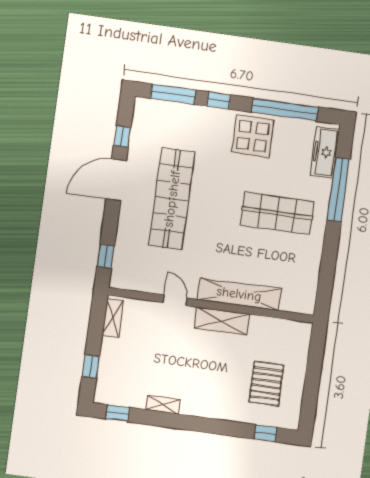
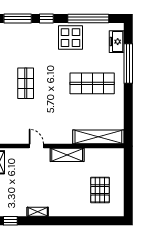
freezer: (325, 152) -> (117, 42), width x0.71
shop shelf: (172, 199) -> (26, 83), width x0.50, depth x0.74
shelving: (239, 294) -> (98, 137), moved
window: (266, 433) -> (104, 221), removed

